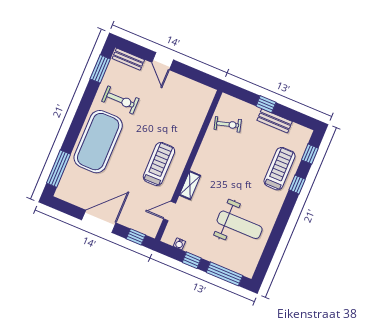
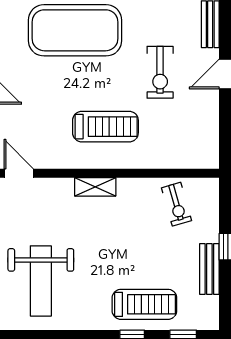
exercise bike: (120, 100) -> (160, 72), moved
treadmill: (159, 164) -> (105, 127), moved
shelving: (190, 185) -> (95, 187), moved

